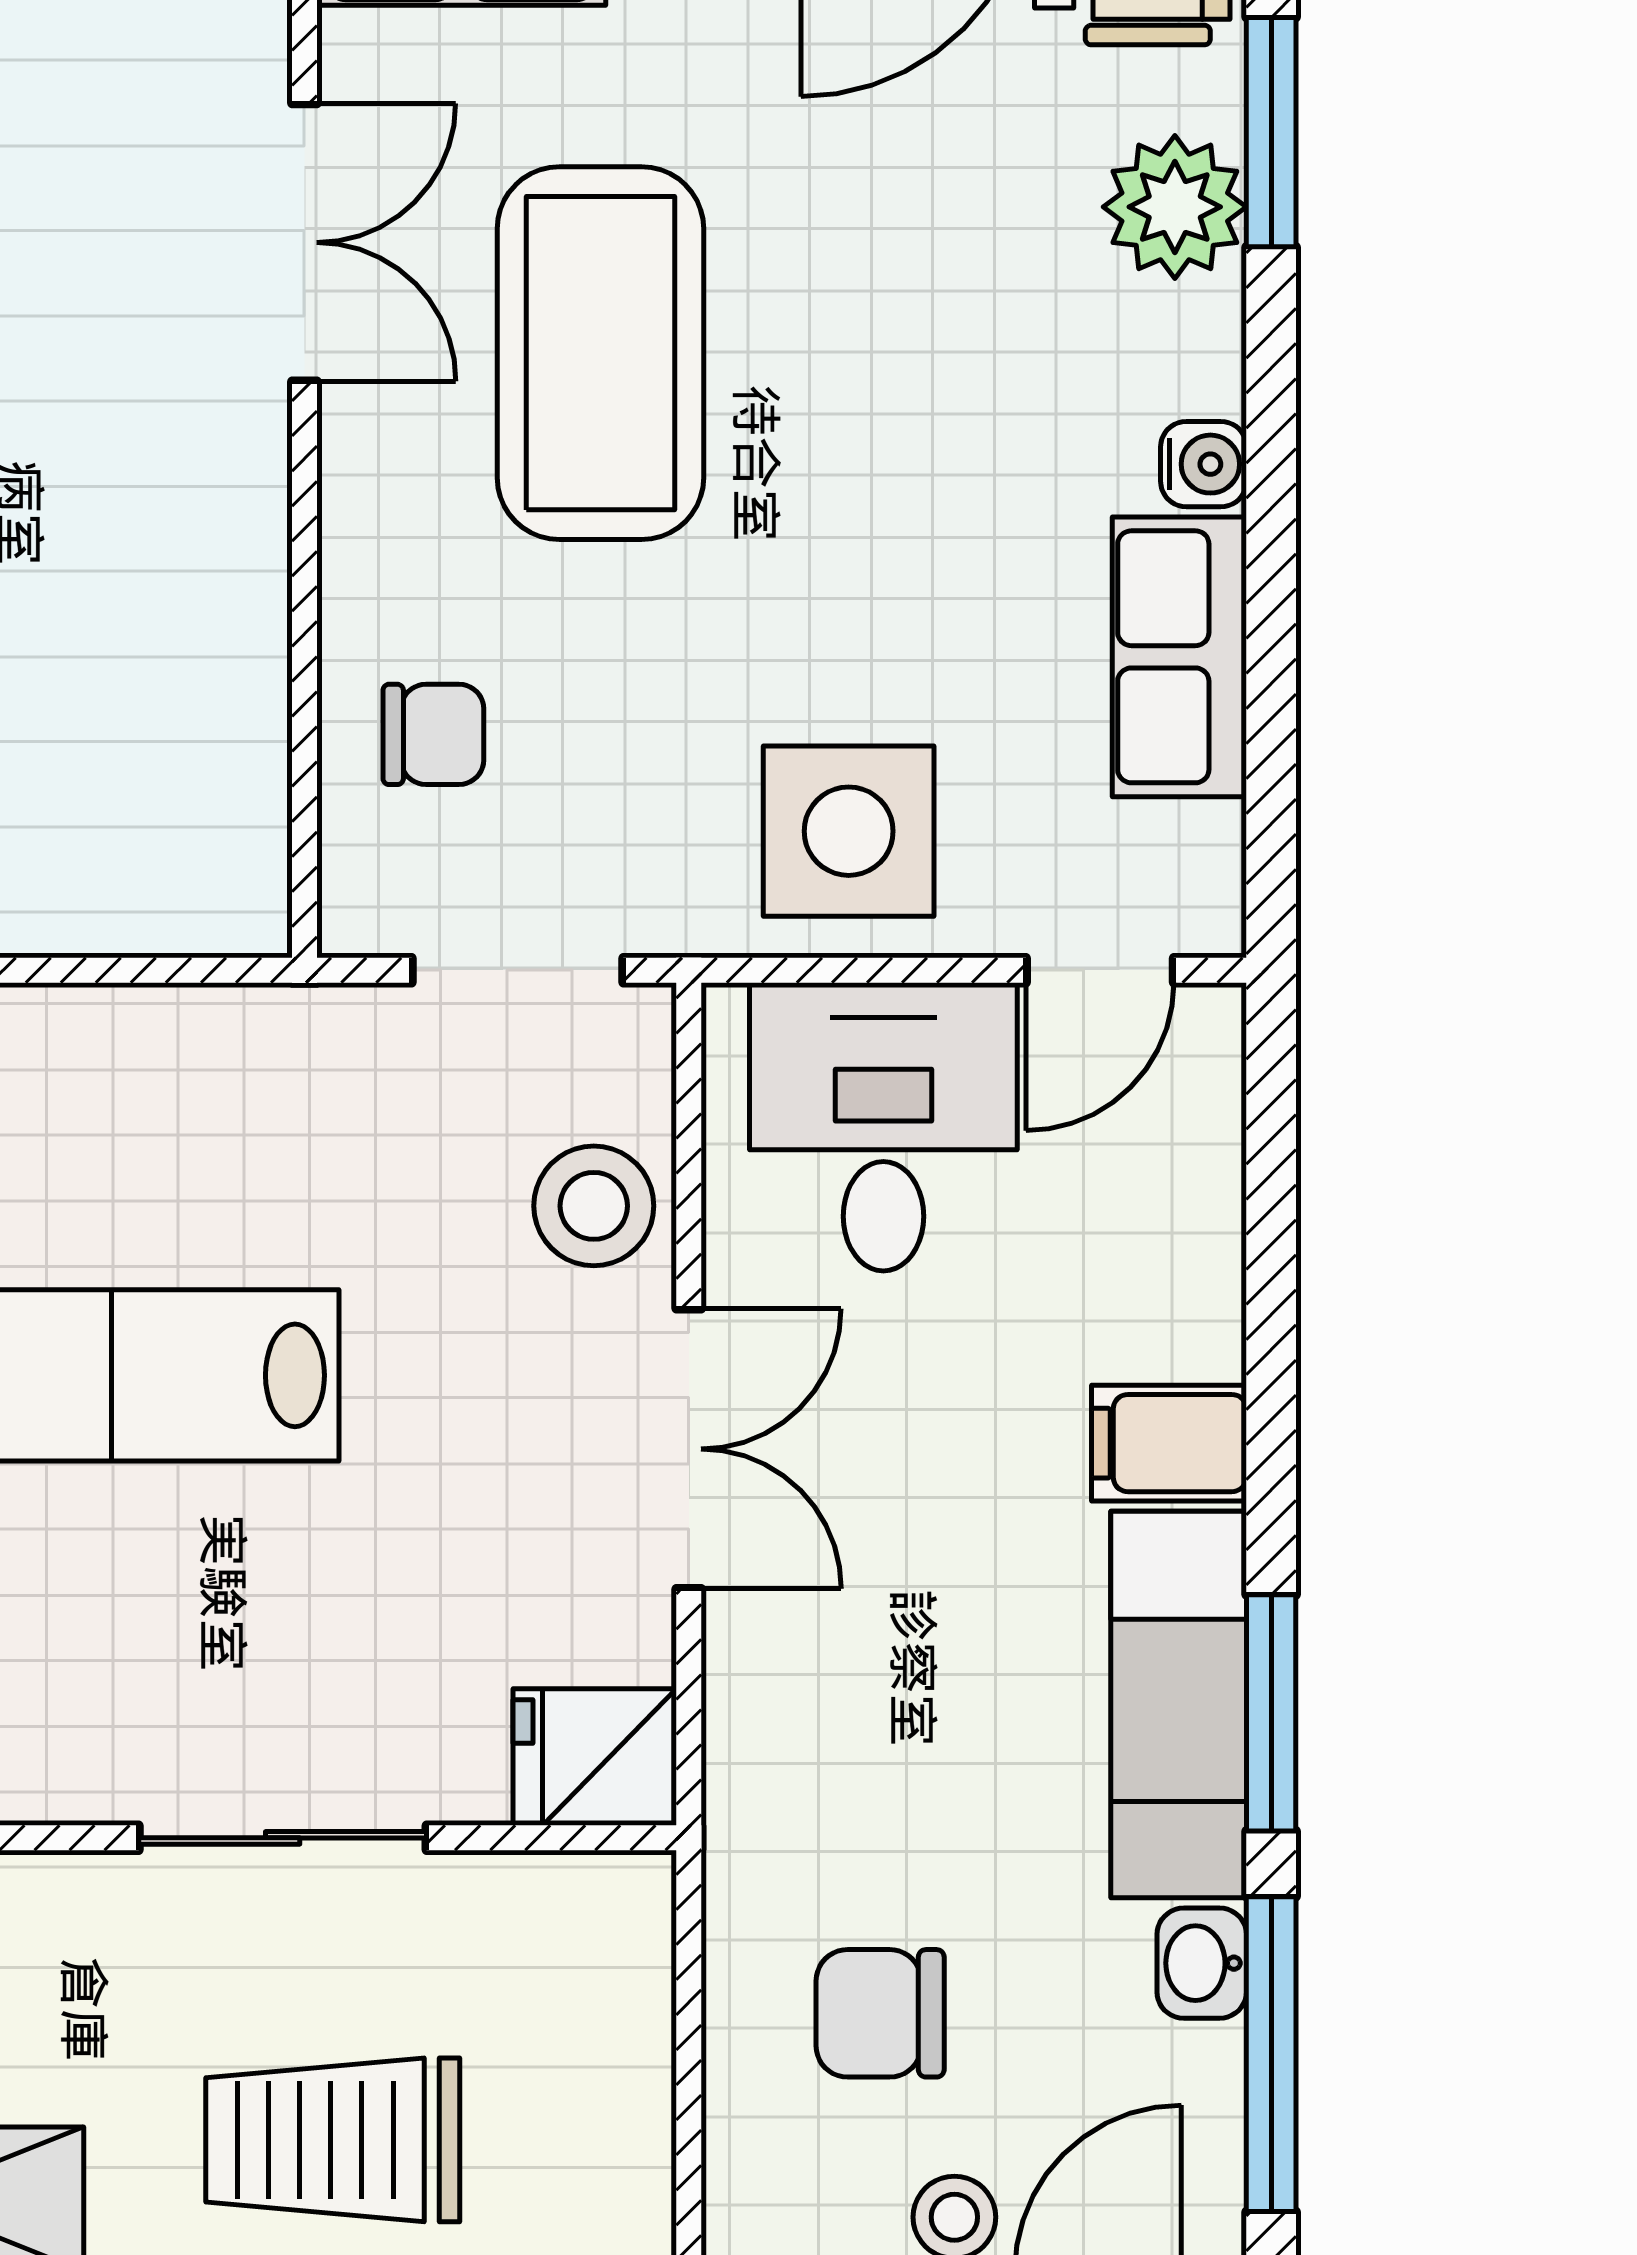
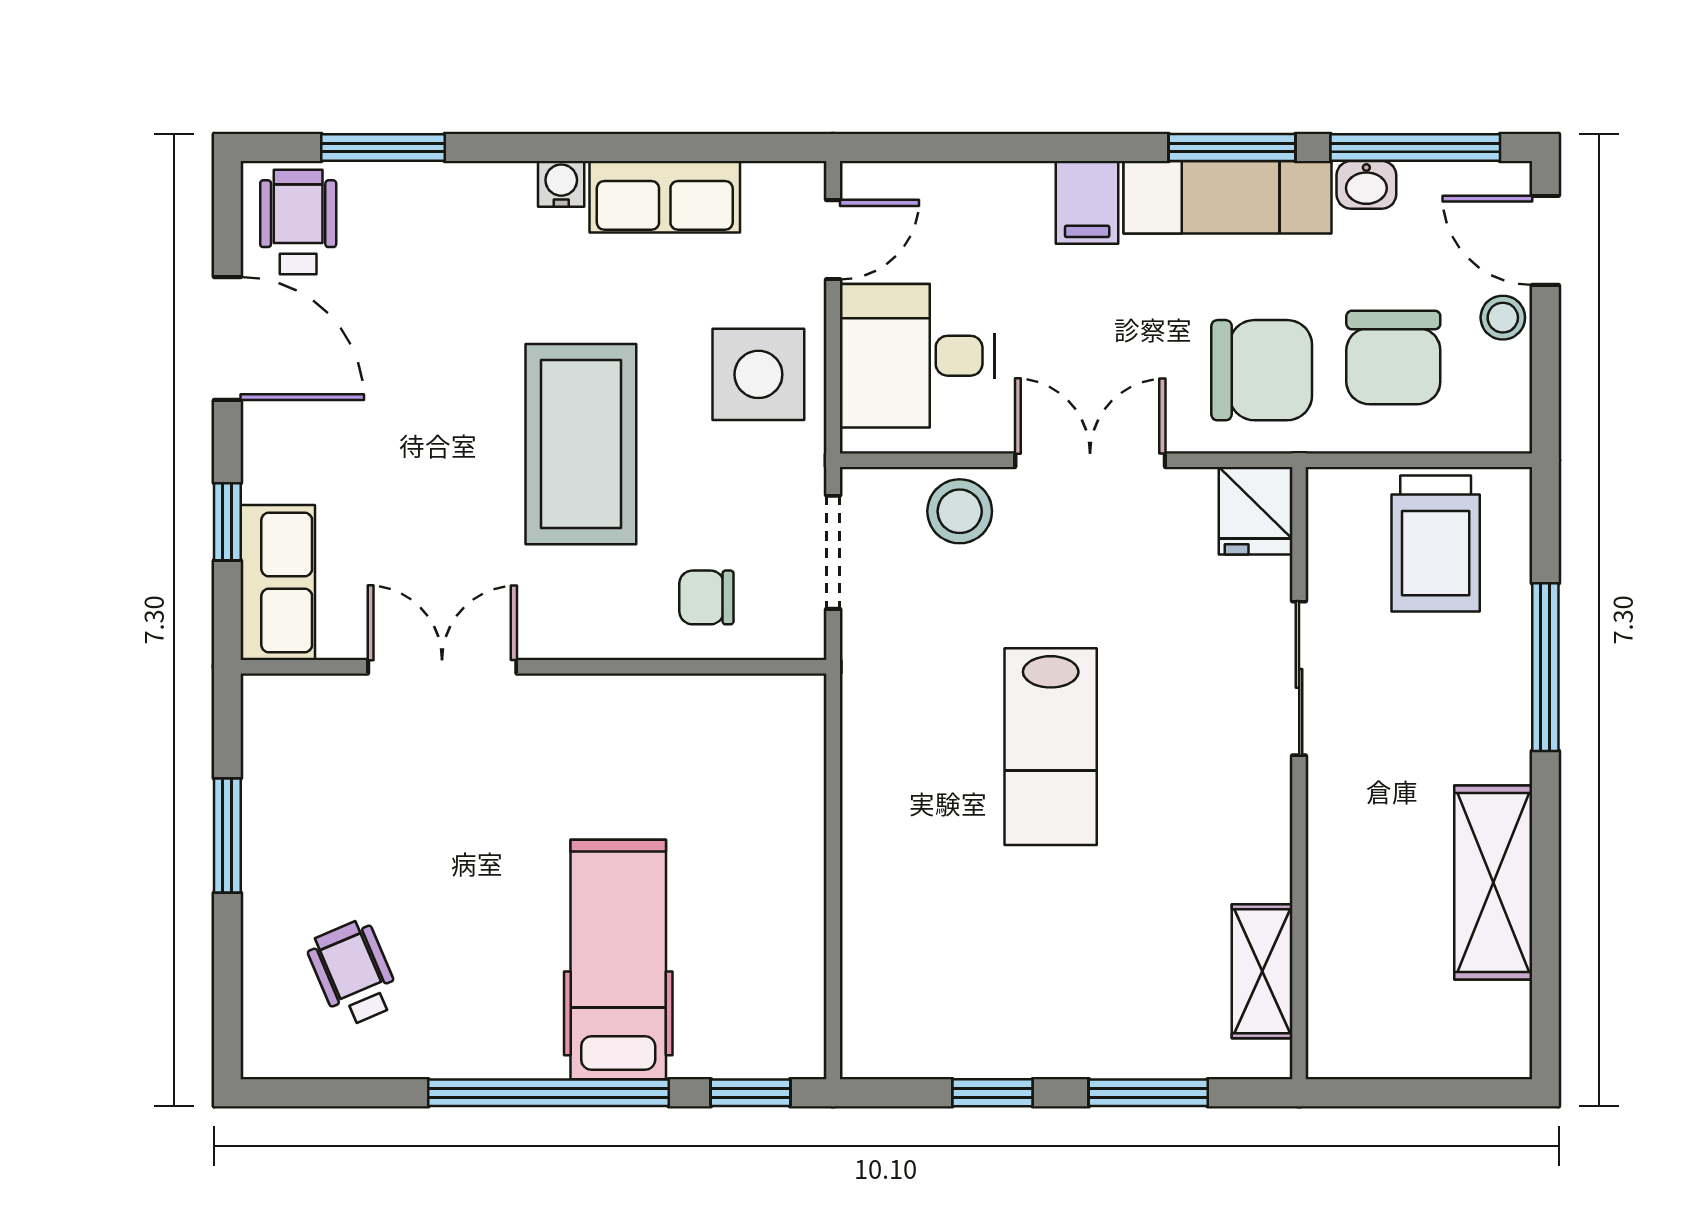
plant: (1175, 207) -> (423, 199), removed
coffee table: (600, 353) -> (581, 444), moved, turned 90
chair: (433, 734) -> (706, 597), turned -90
door: (1100, 970) -> (833, 240), hinge flipped
chair: (856, 1768) -> (1262, 370), added
chair: (880, 2013) -> (1393, 357), width x1.37, depth x1.37
trolley: (333, 2140) -> (1436, 544), moved

